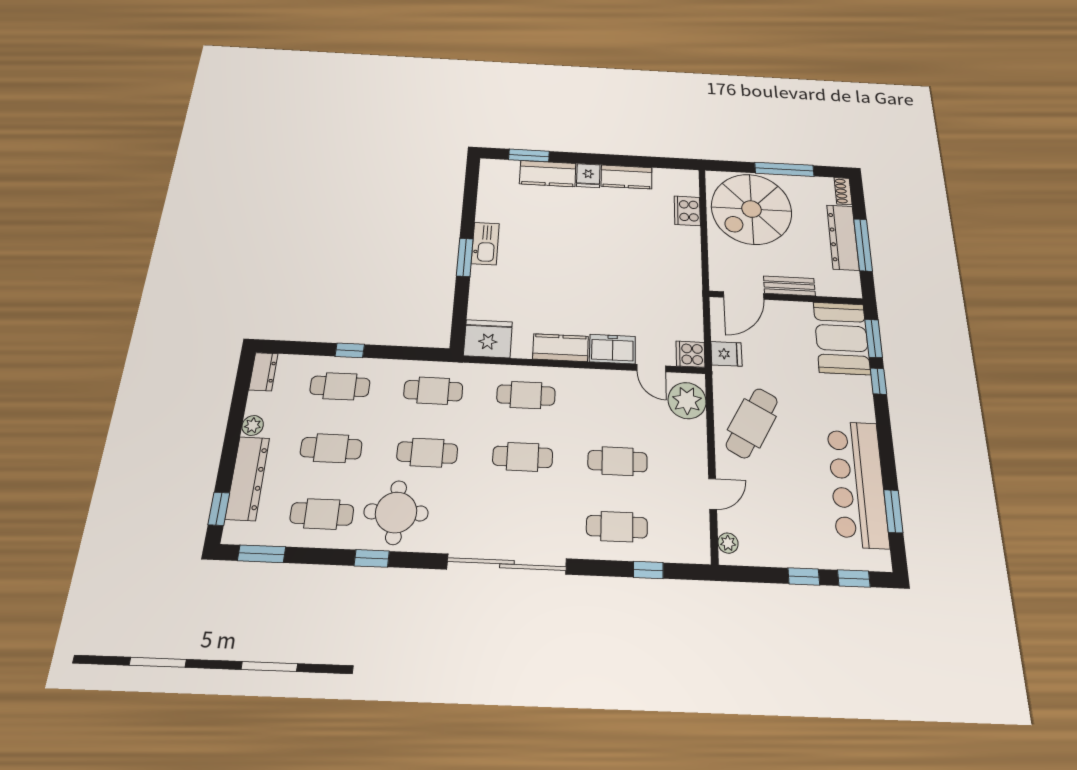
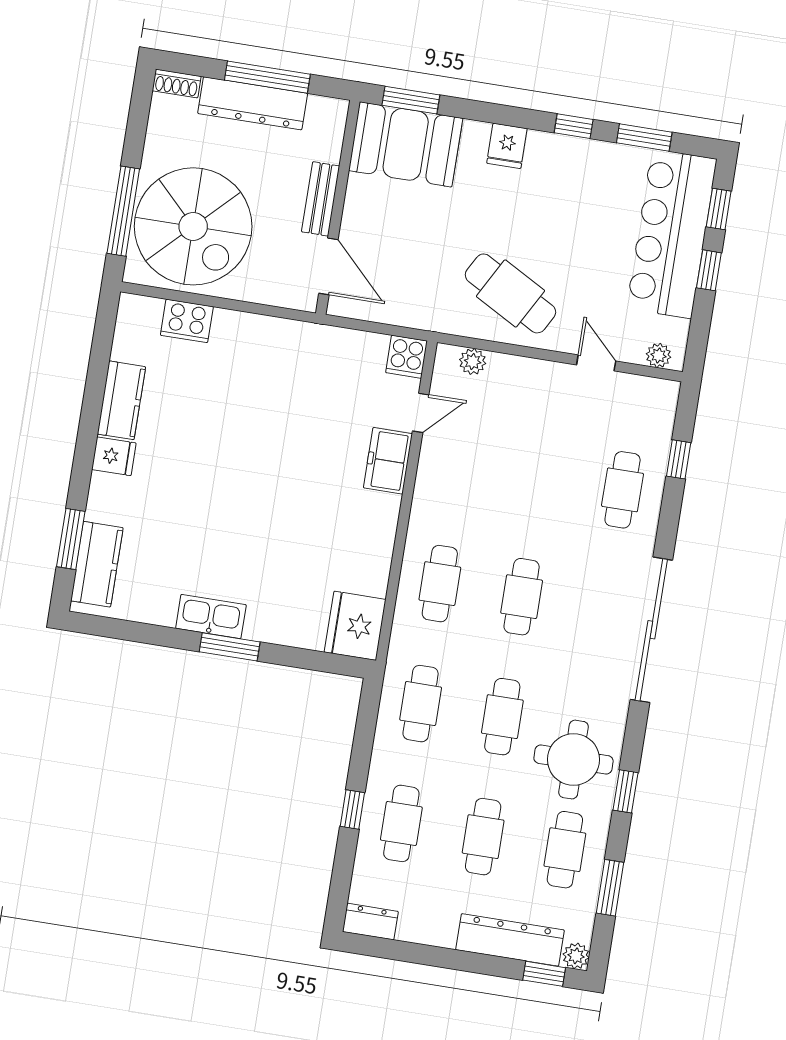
window: (784, 169) -> (123, 211), moved
kitchen counter: (548, 174) -> (97, 564), moved
kitchen counter: (561, 348) -> (378, 530), removed
fridge: (726, 354) -> (507, 146), moved, turned 180
window: (878, 381) -> (574, 126), moved
plant: (687, 401) -> (473, 362), width x0.53, depth x0.53
plant: (253, 425) -> (576, 956), moved
cafe table: (618, 461) -> (541, 477), removed
bar counter: (857, 484) -> (672, 234), moved, turned 90
window: (262, 554) -> (610, 888), moved

